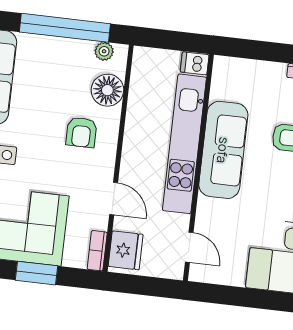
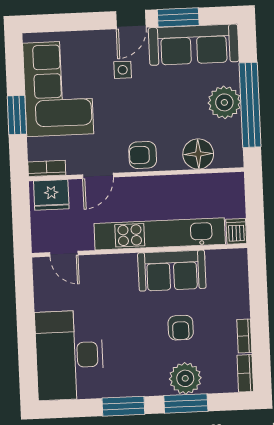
plant: (104, 51) -> (224, 102), moved, width x1.88, depth x1.88
armchair: (81, 132) -> (143, 155), moved
sofa: (223, 150) -> (172, 271), width x0.73
door: (189, 247) -> (64, 254), hinge flipped

